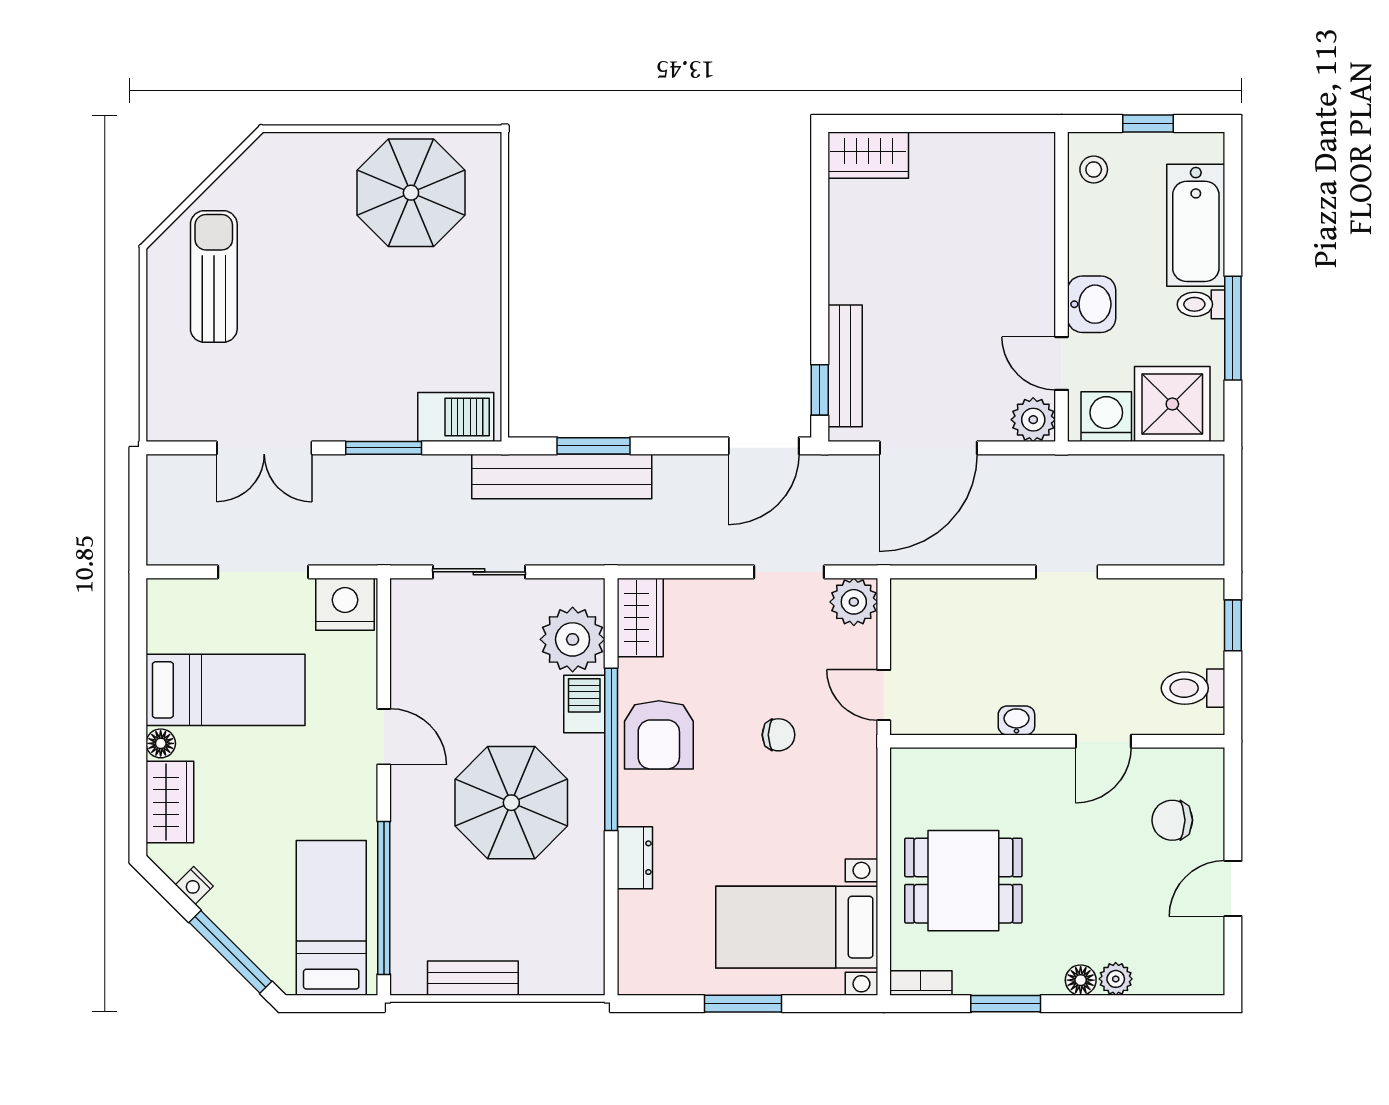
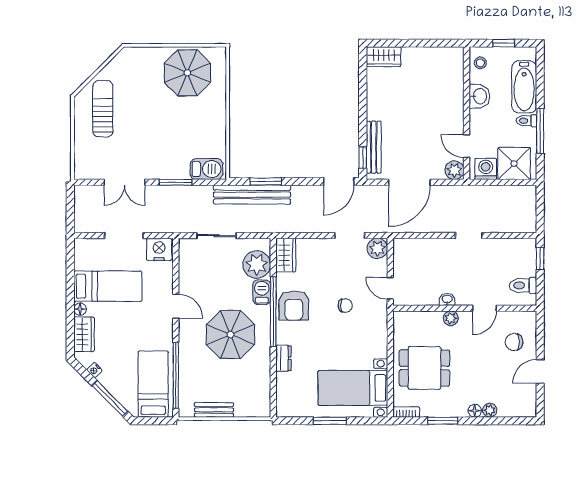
washbasin: (1092, 304) -> (479, 96), moved
plant: (1025, 765) -> (451, 318), added

